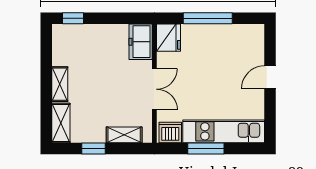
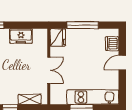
freezer: (141, 42) -> (21, 36), moved, turned -90
dishwasher: (170, 132) -> (112, 44), moved, turned -90

